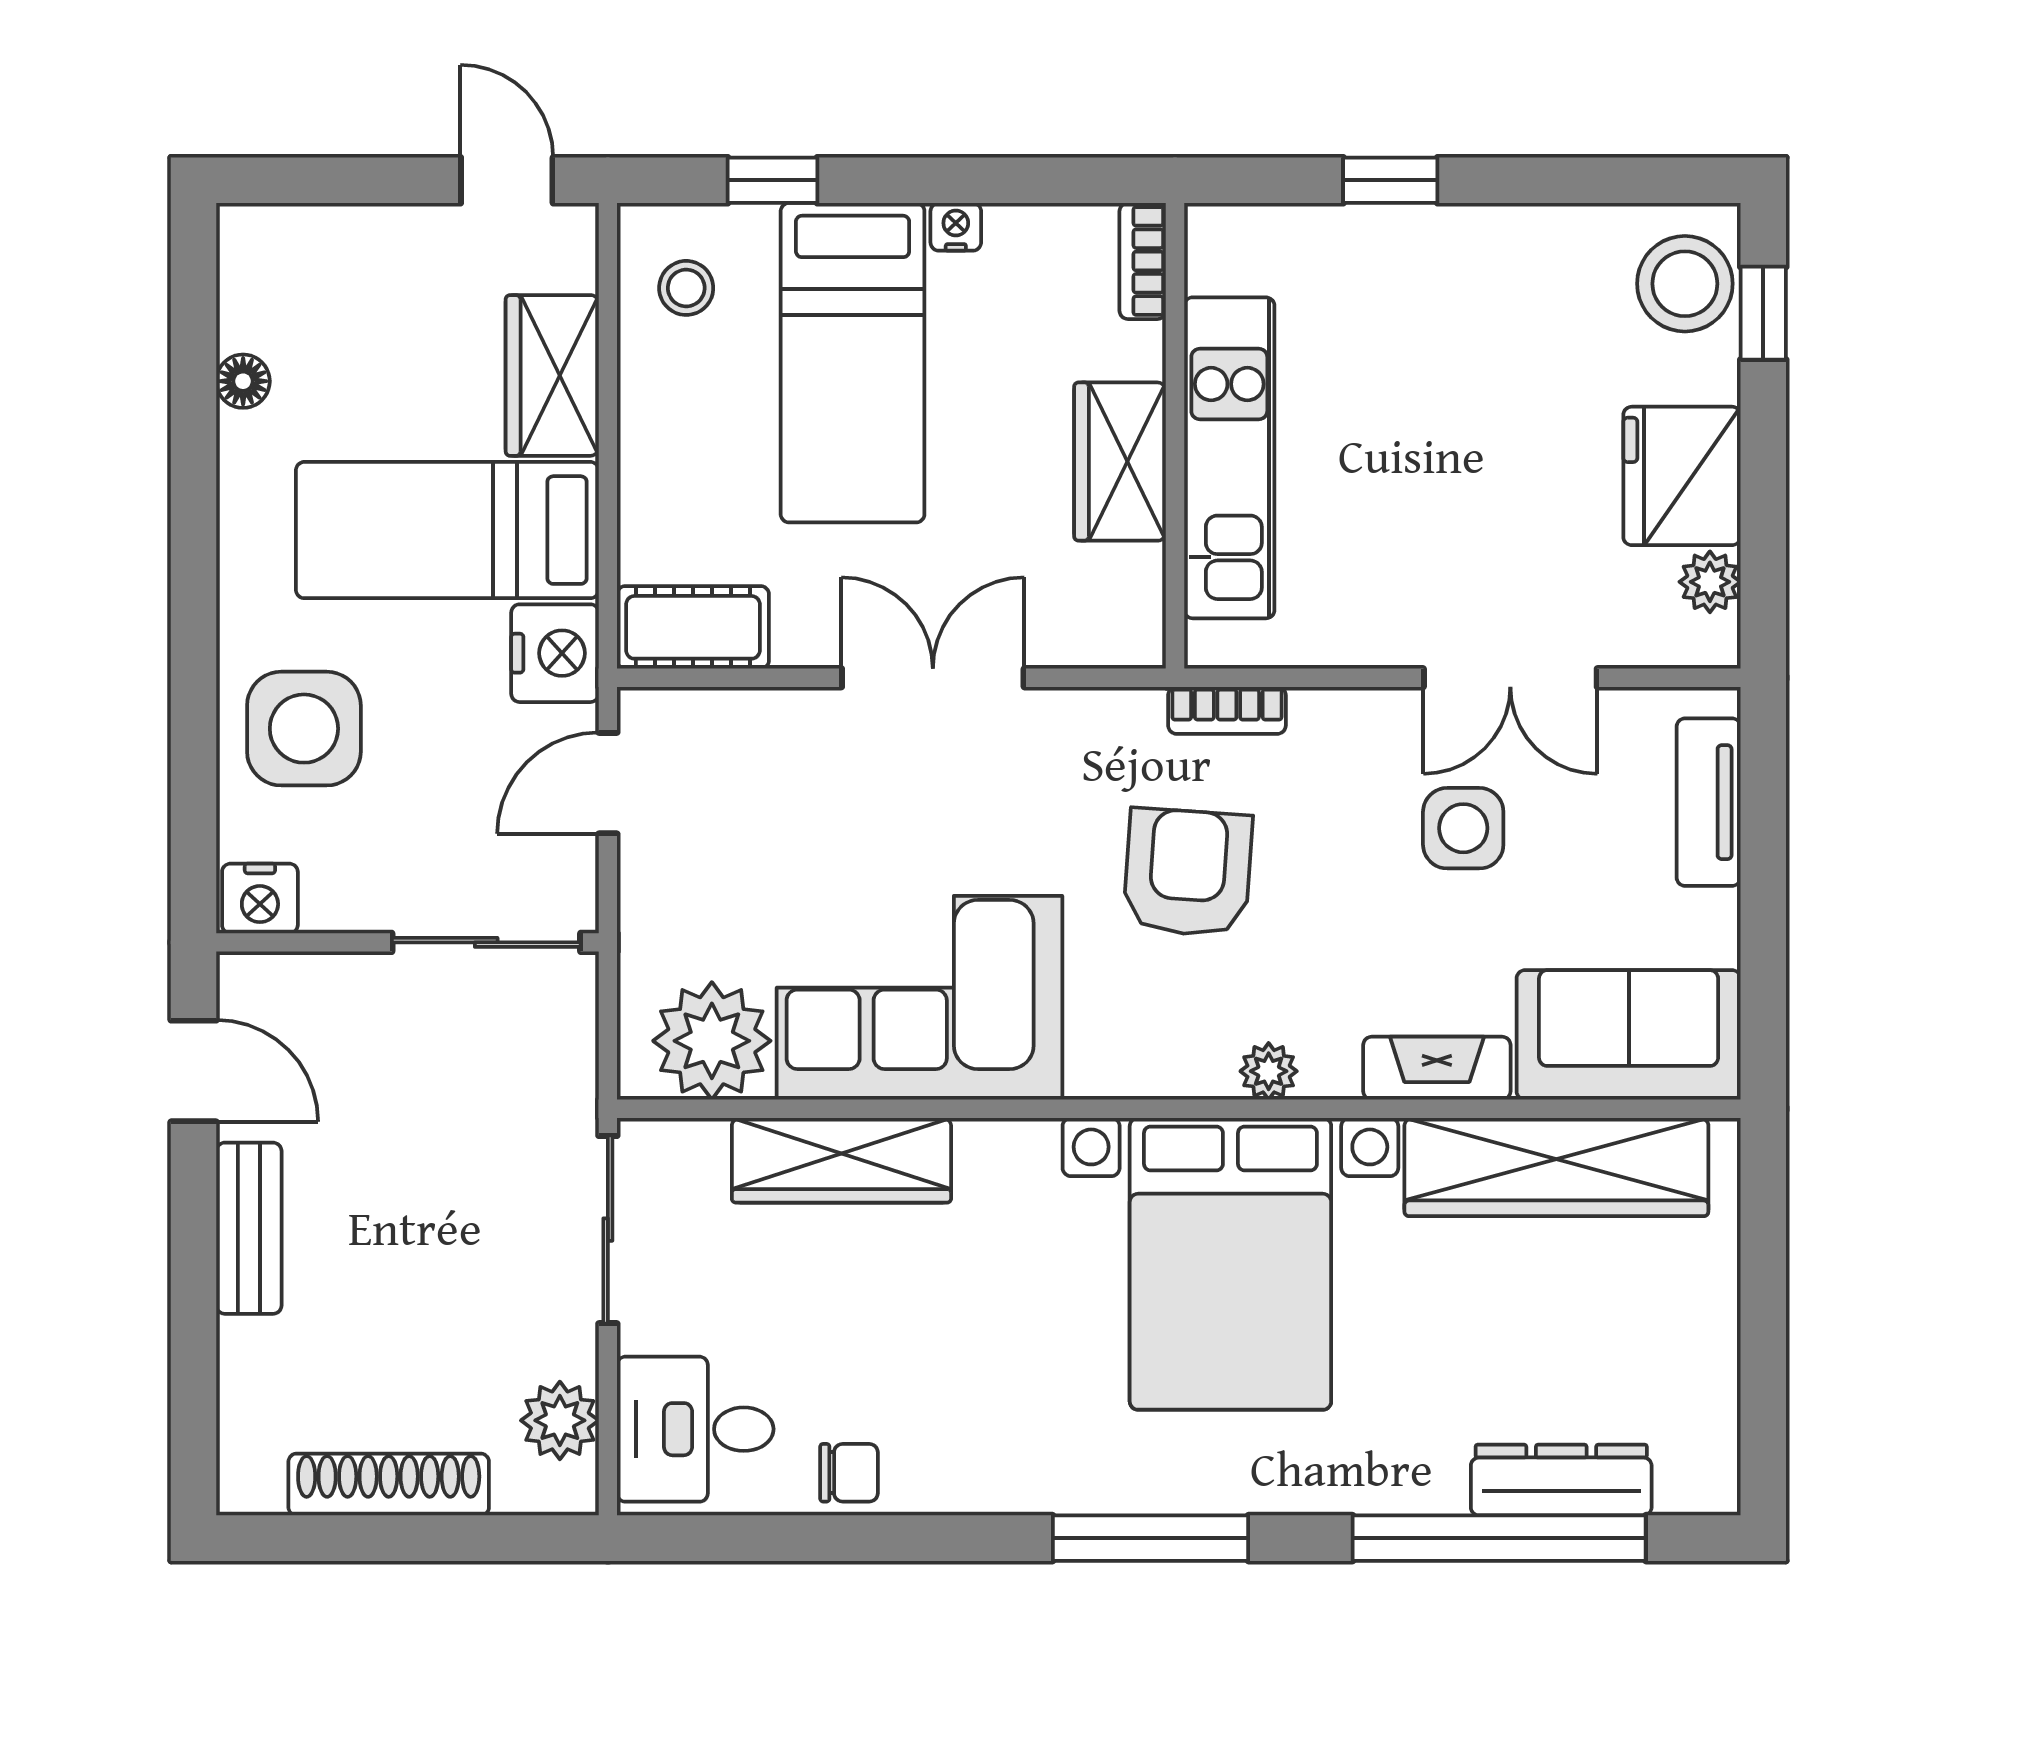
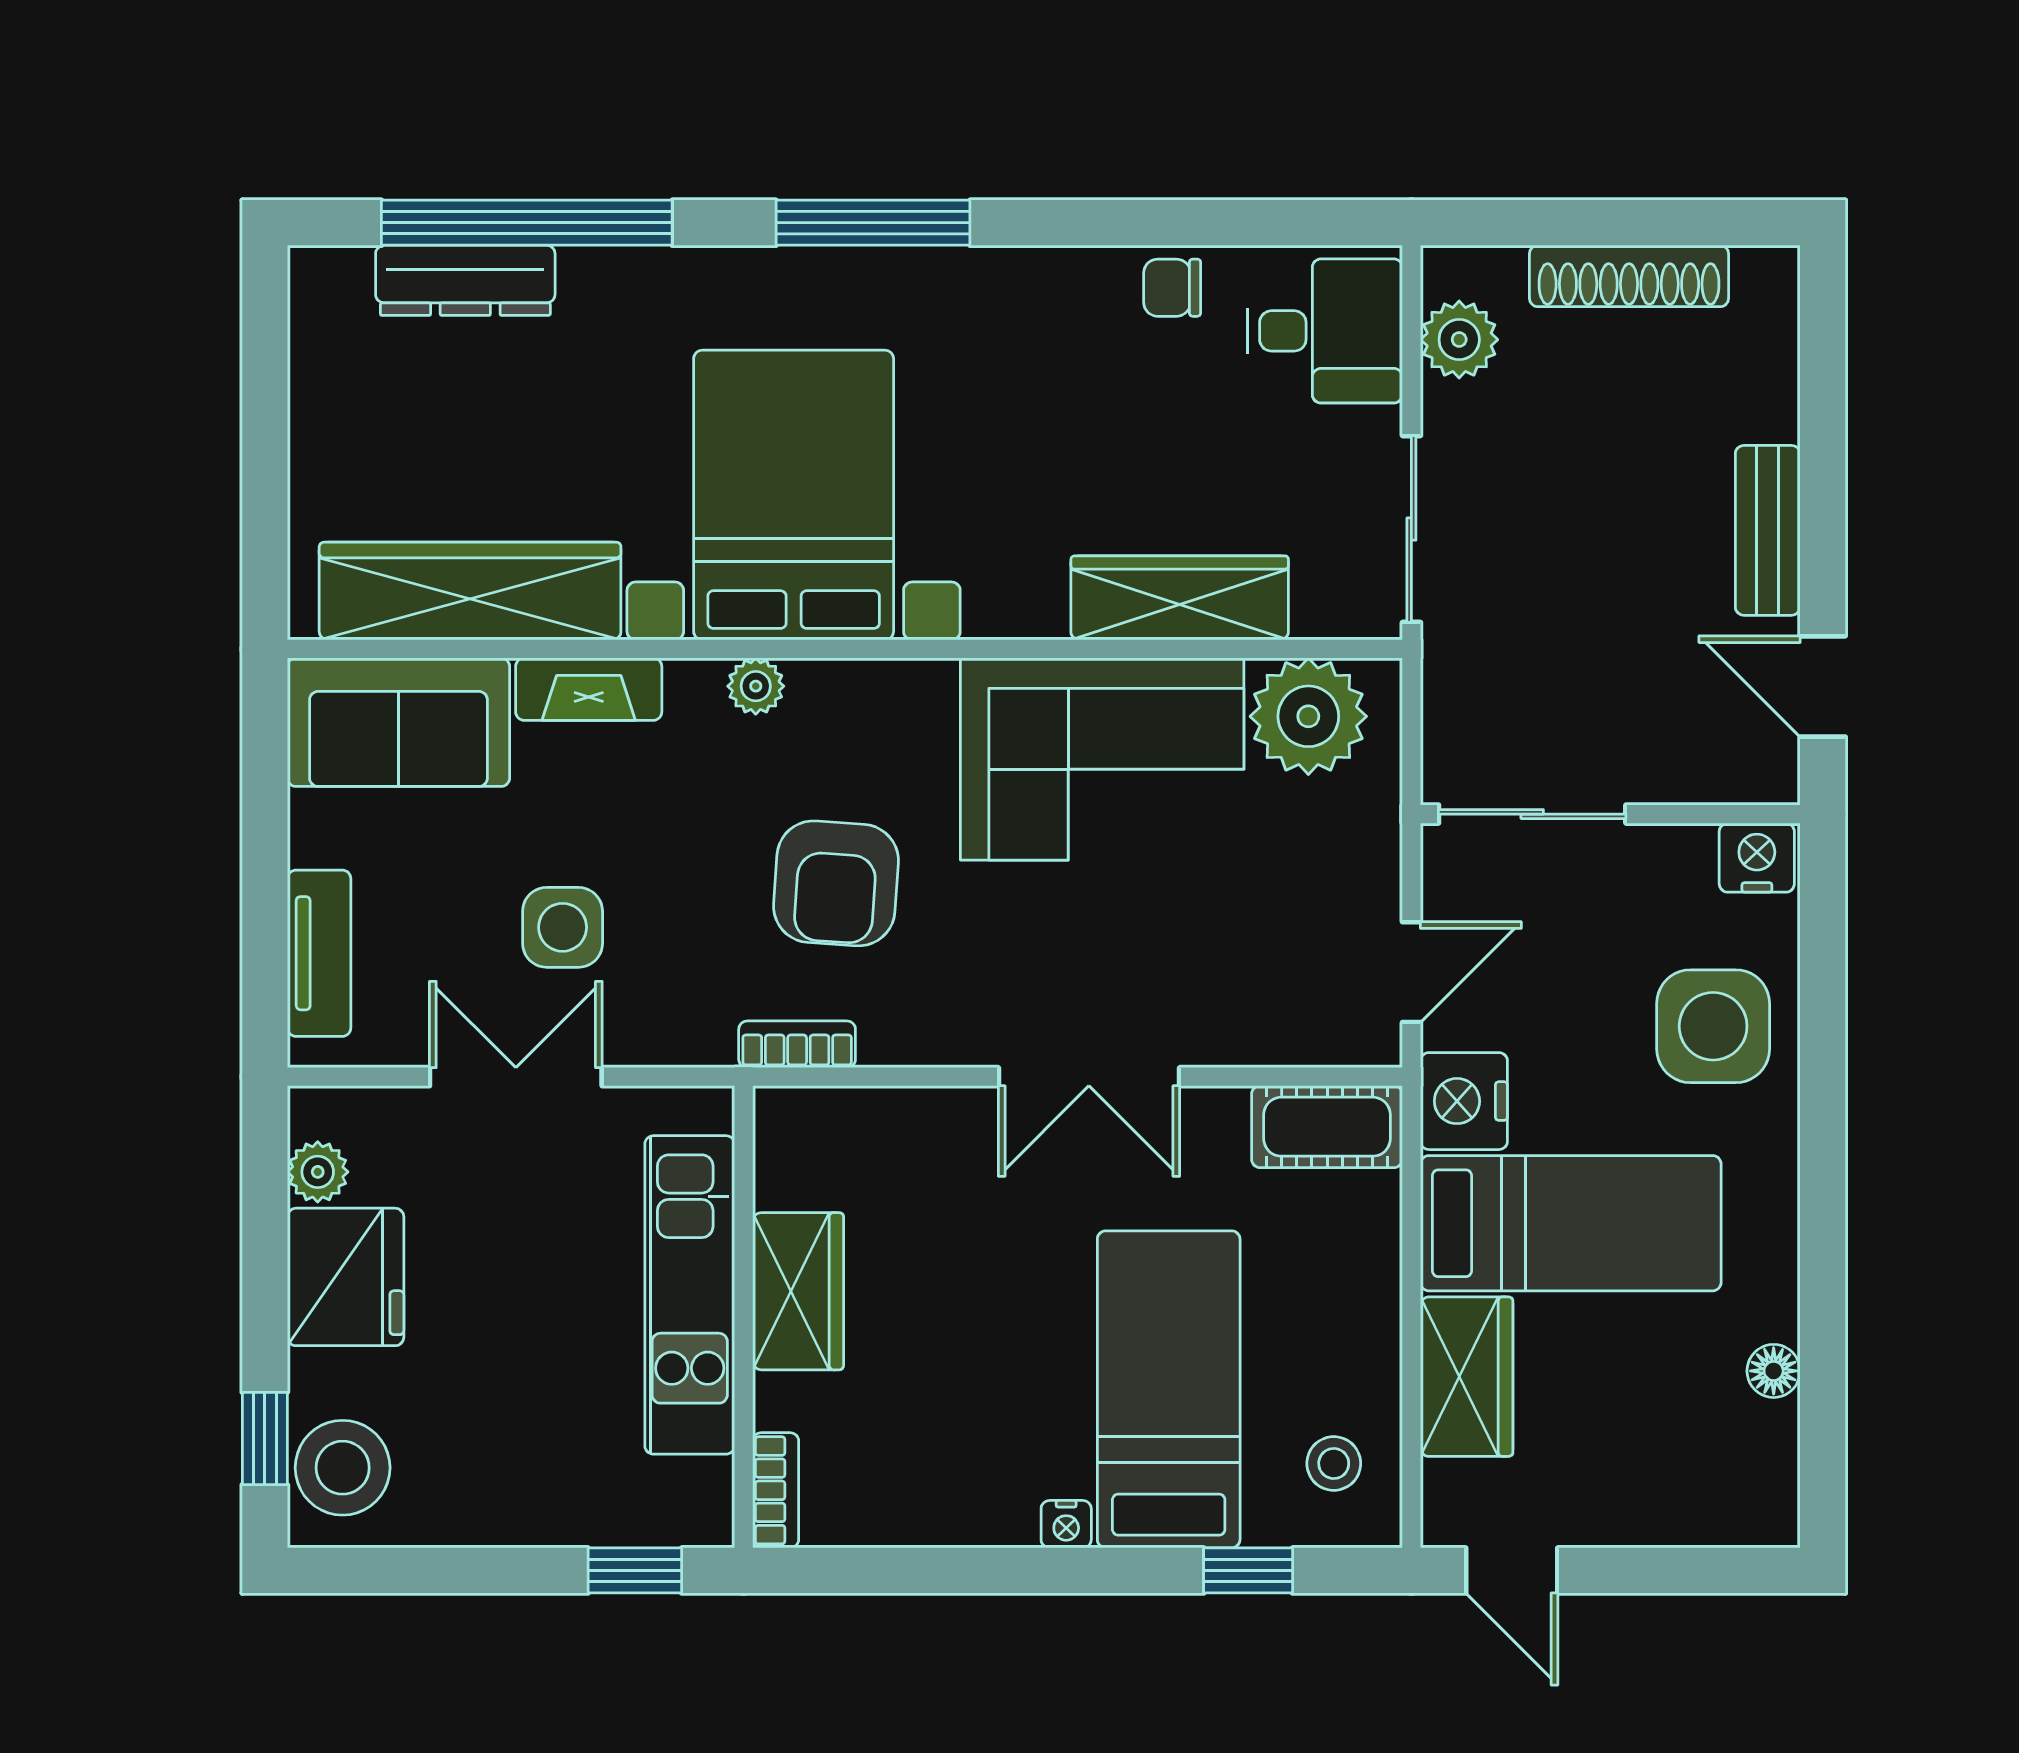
bookcase: (1143, 261) -> (776, 1490), moved
wall: (1175, 436) -> (744, 1317), moved
kitchen unit: (1229, 458) -> (690, 1295), moved
wardrobe: (1120, 462) -> (798, 1291), moved

